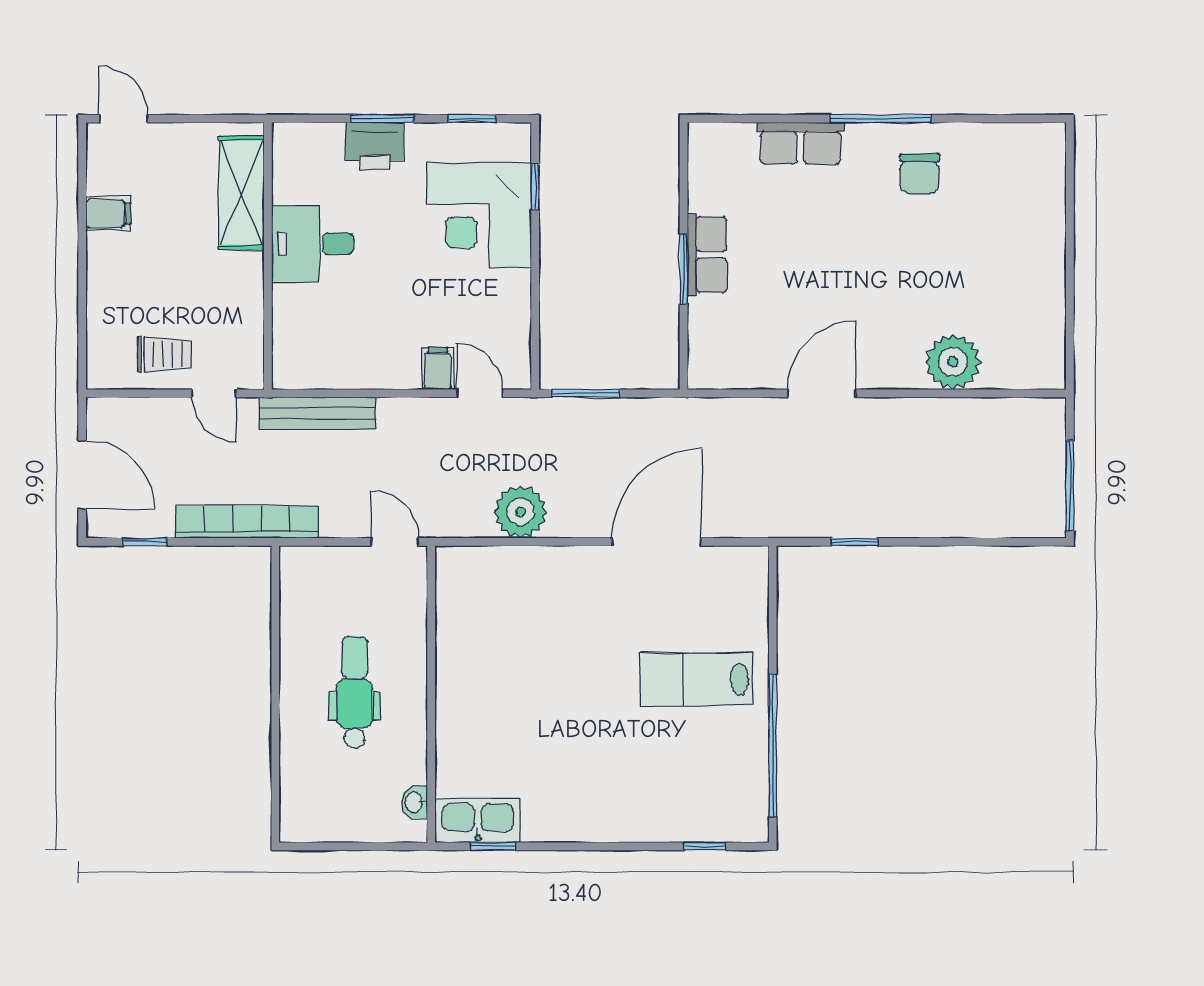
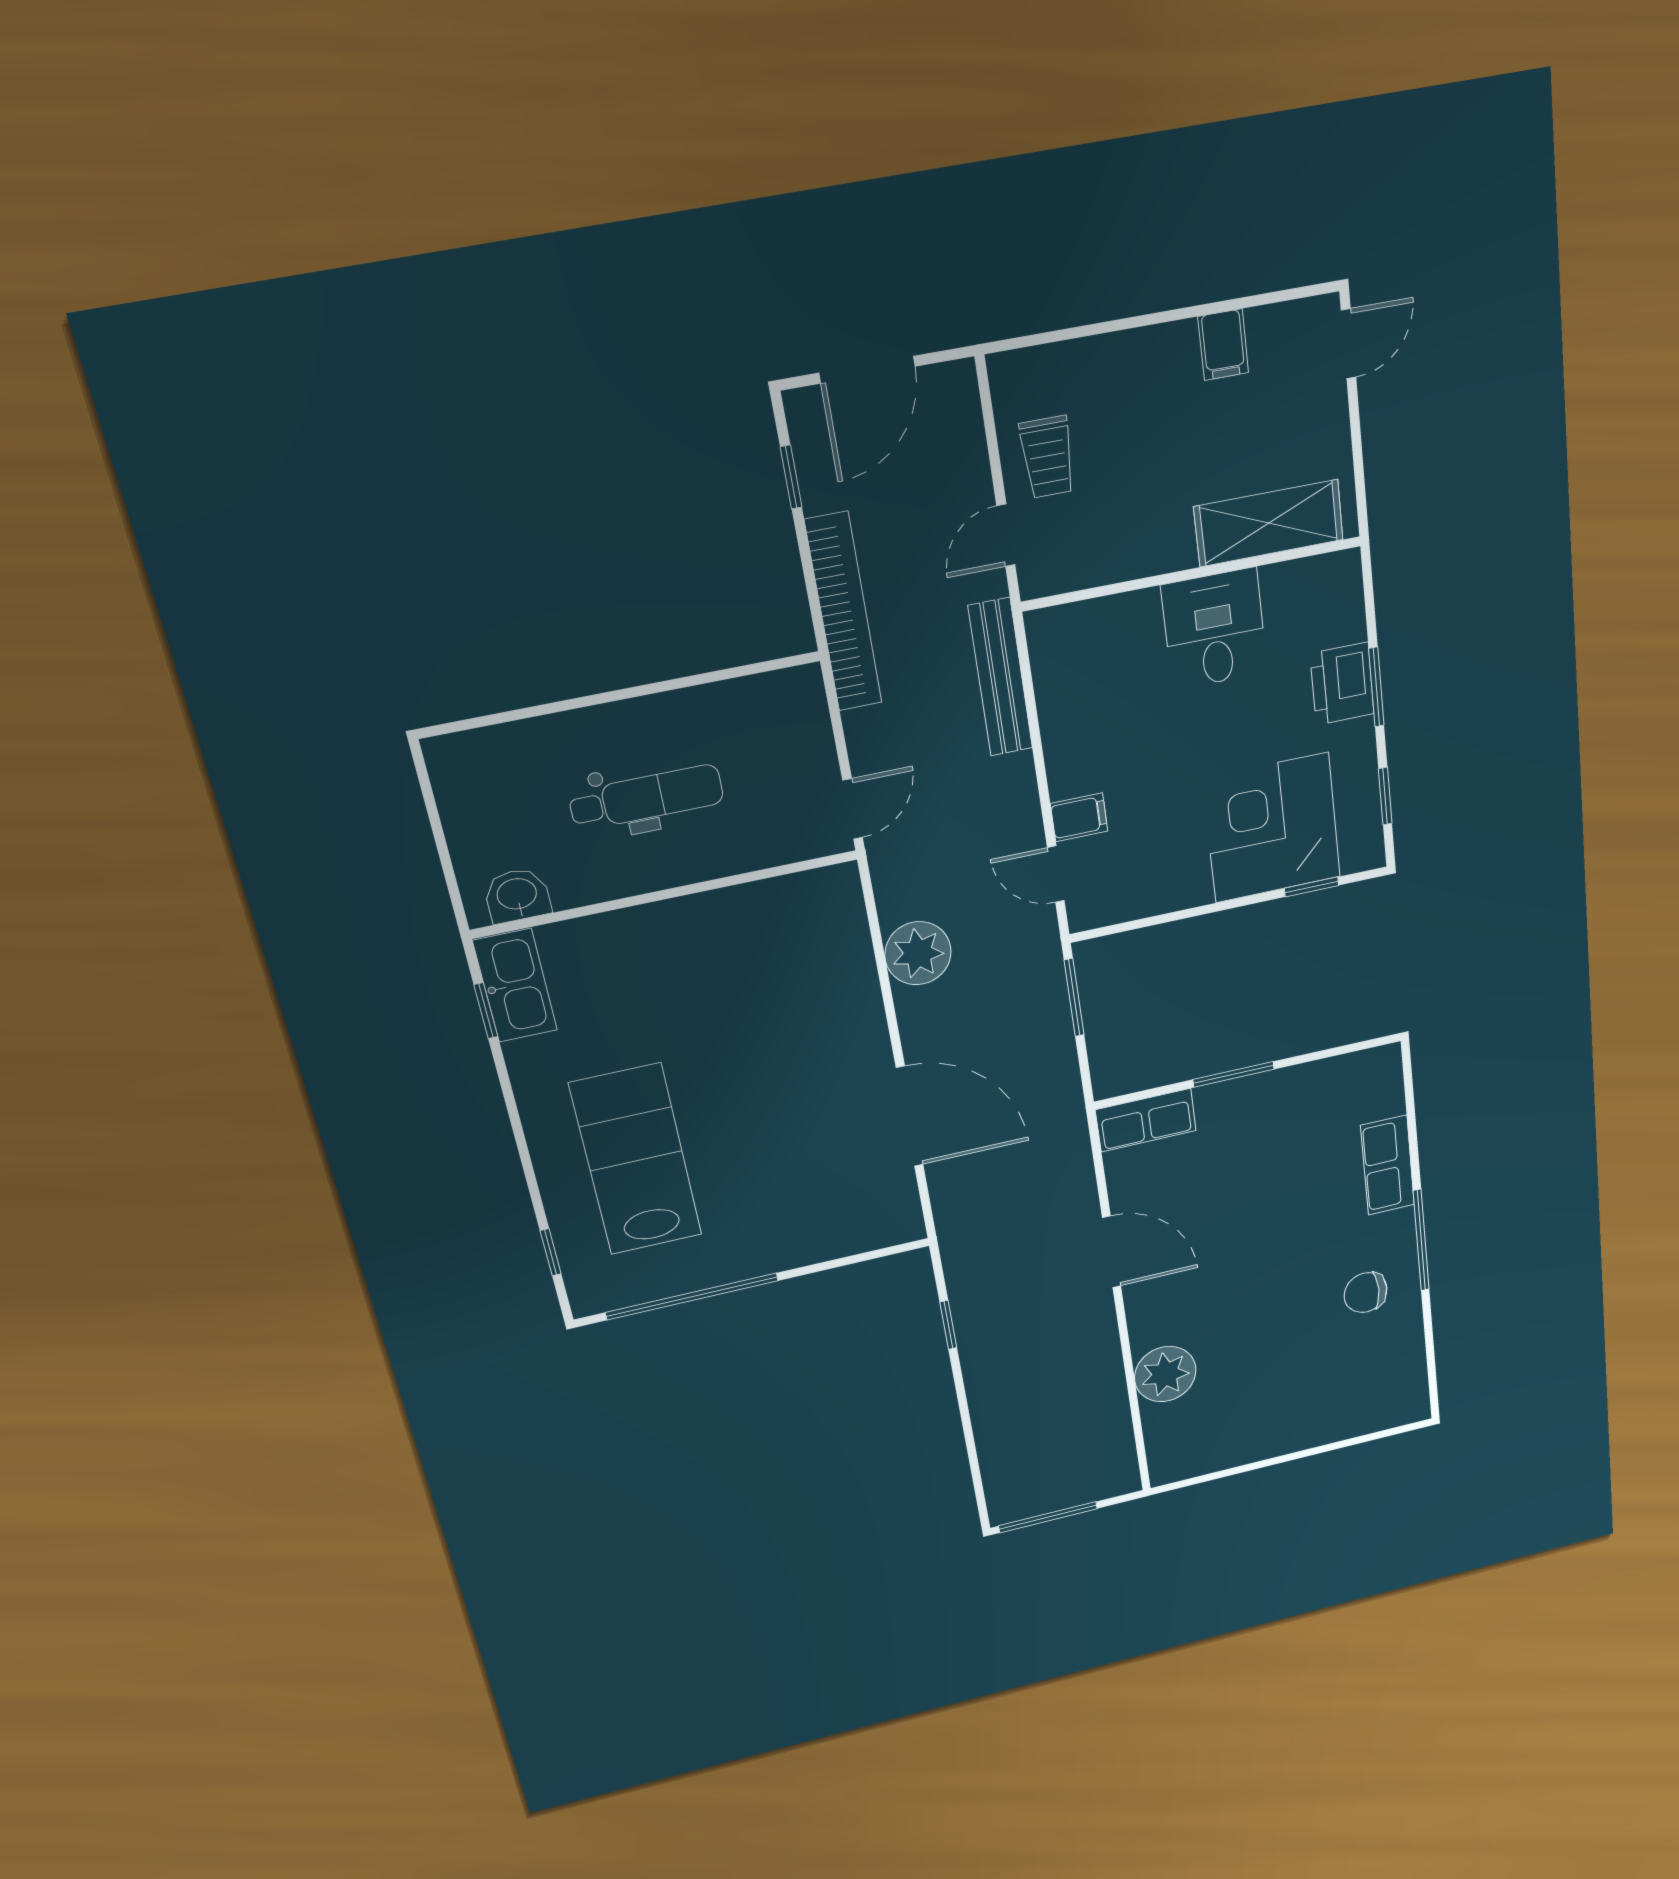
row of seats: (707, 255) -> (1146, 1120), moved
door: (480, 393) -> (1056, 874), swing flipped
lab bench: (697, 679) -> (636, 1160), moved, width x1.36, depth x1.39
washbasin: (414, 802) -> (517, 895), width x1.38, depth x1.45

